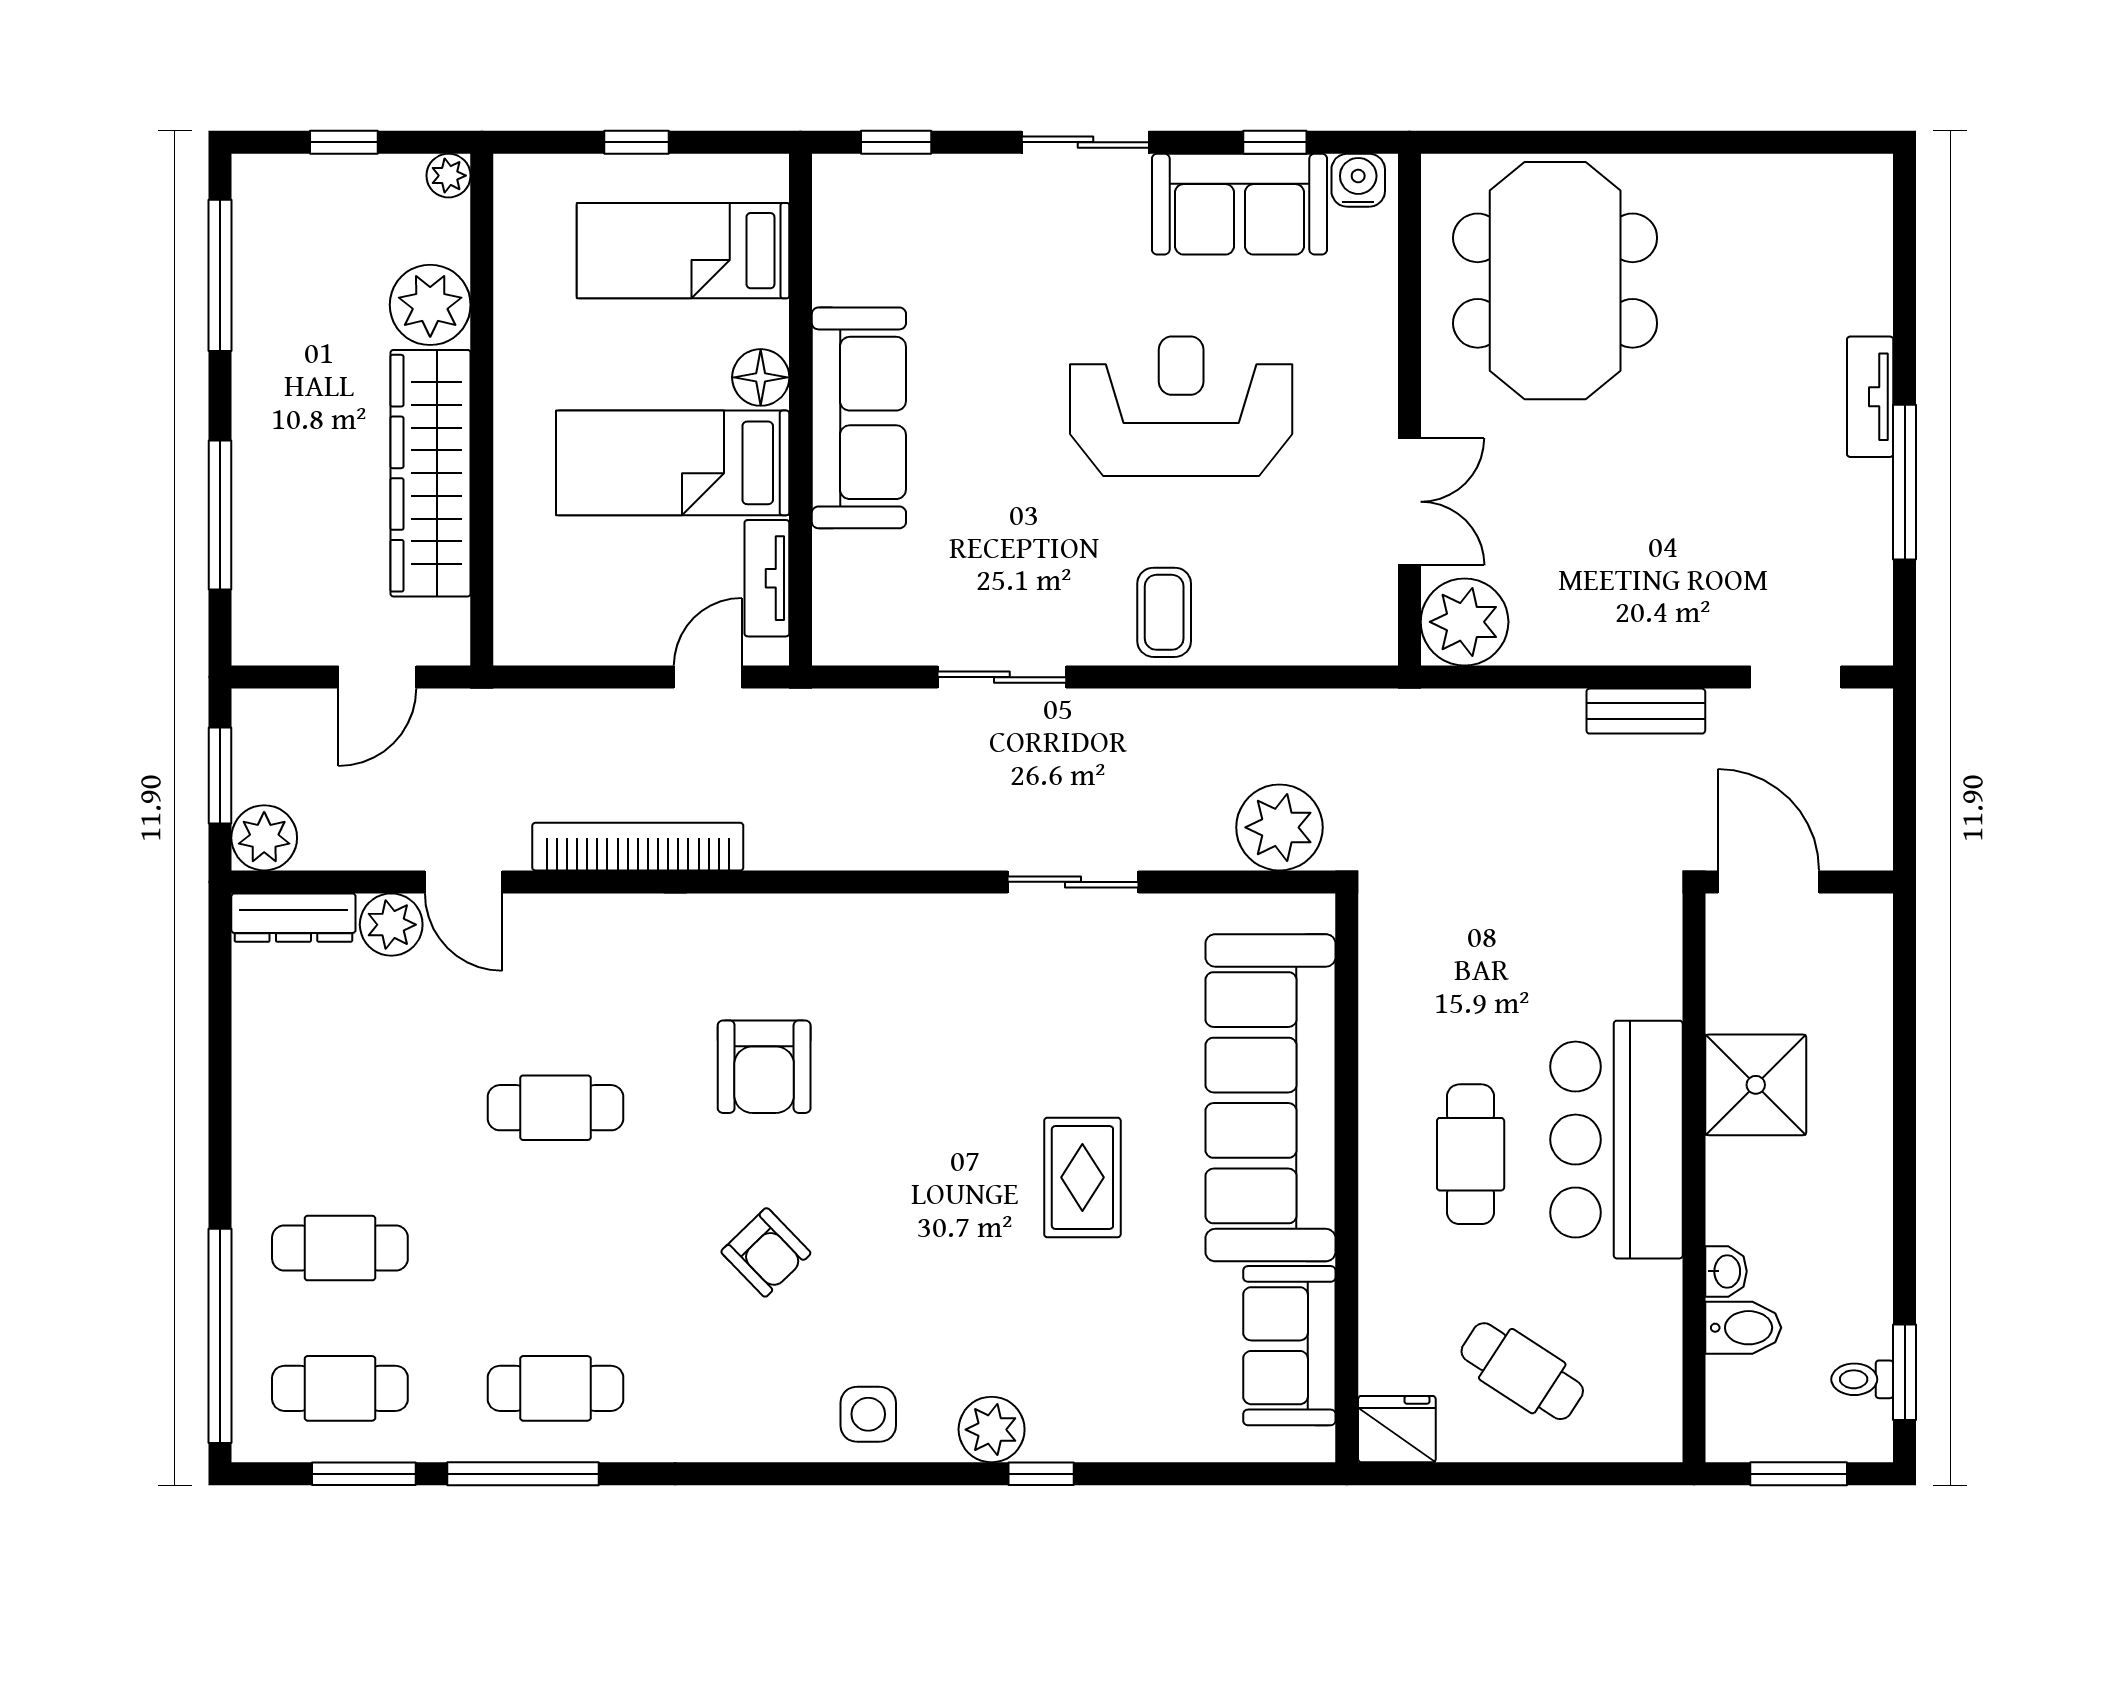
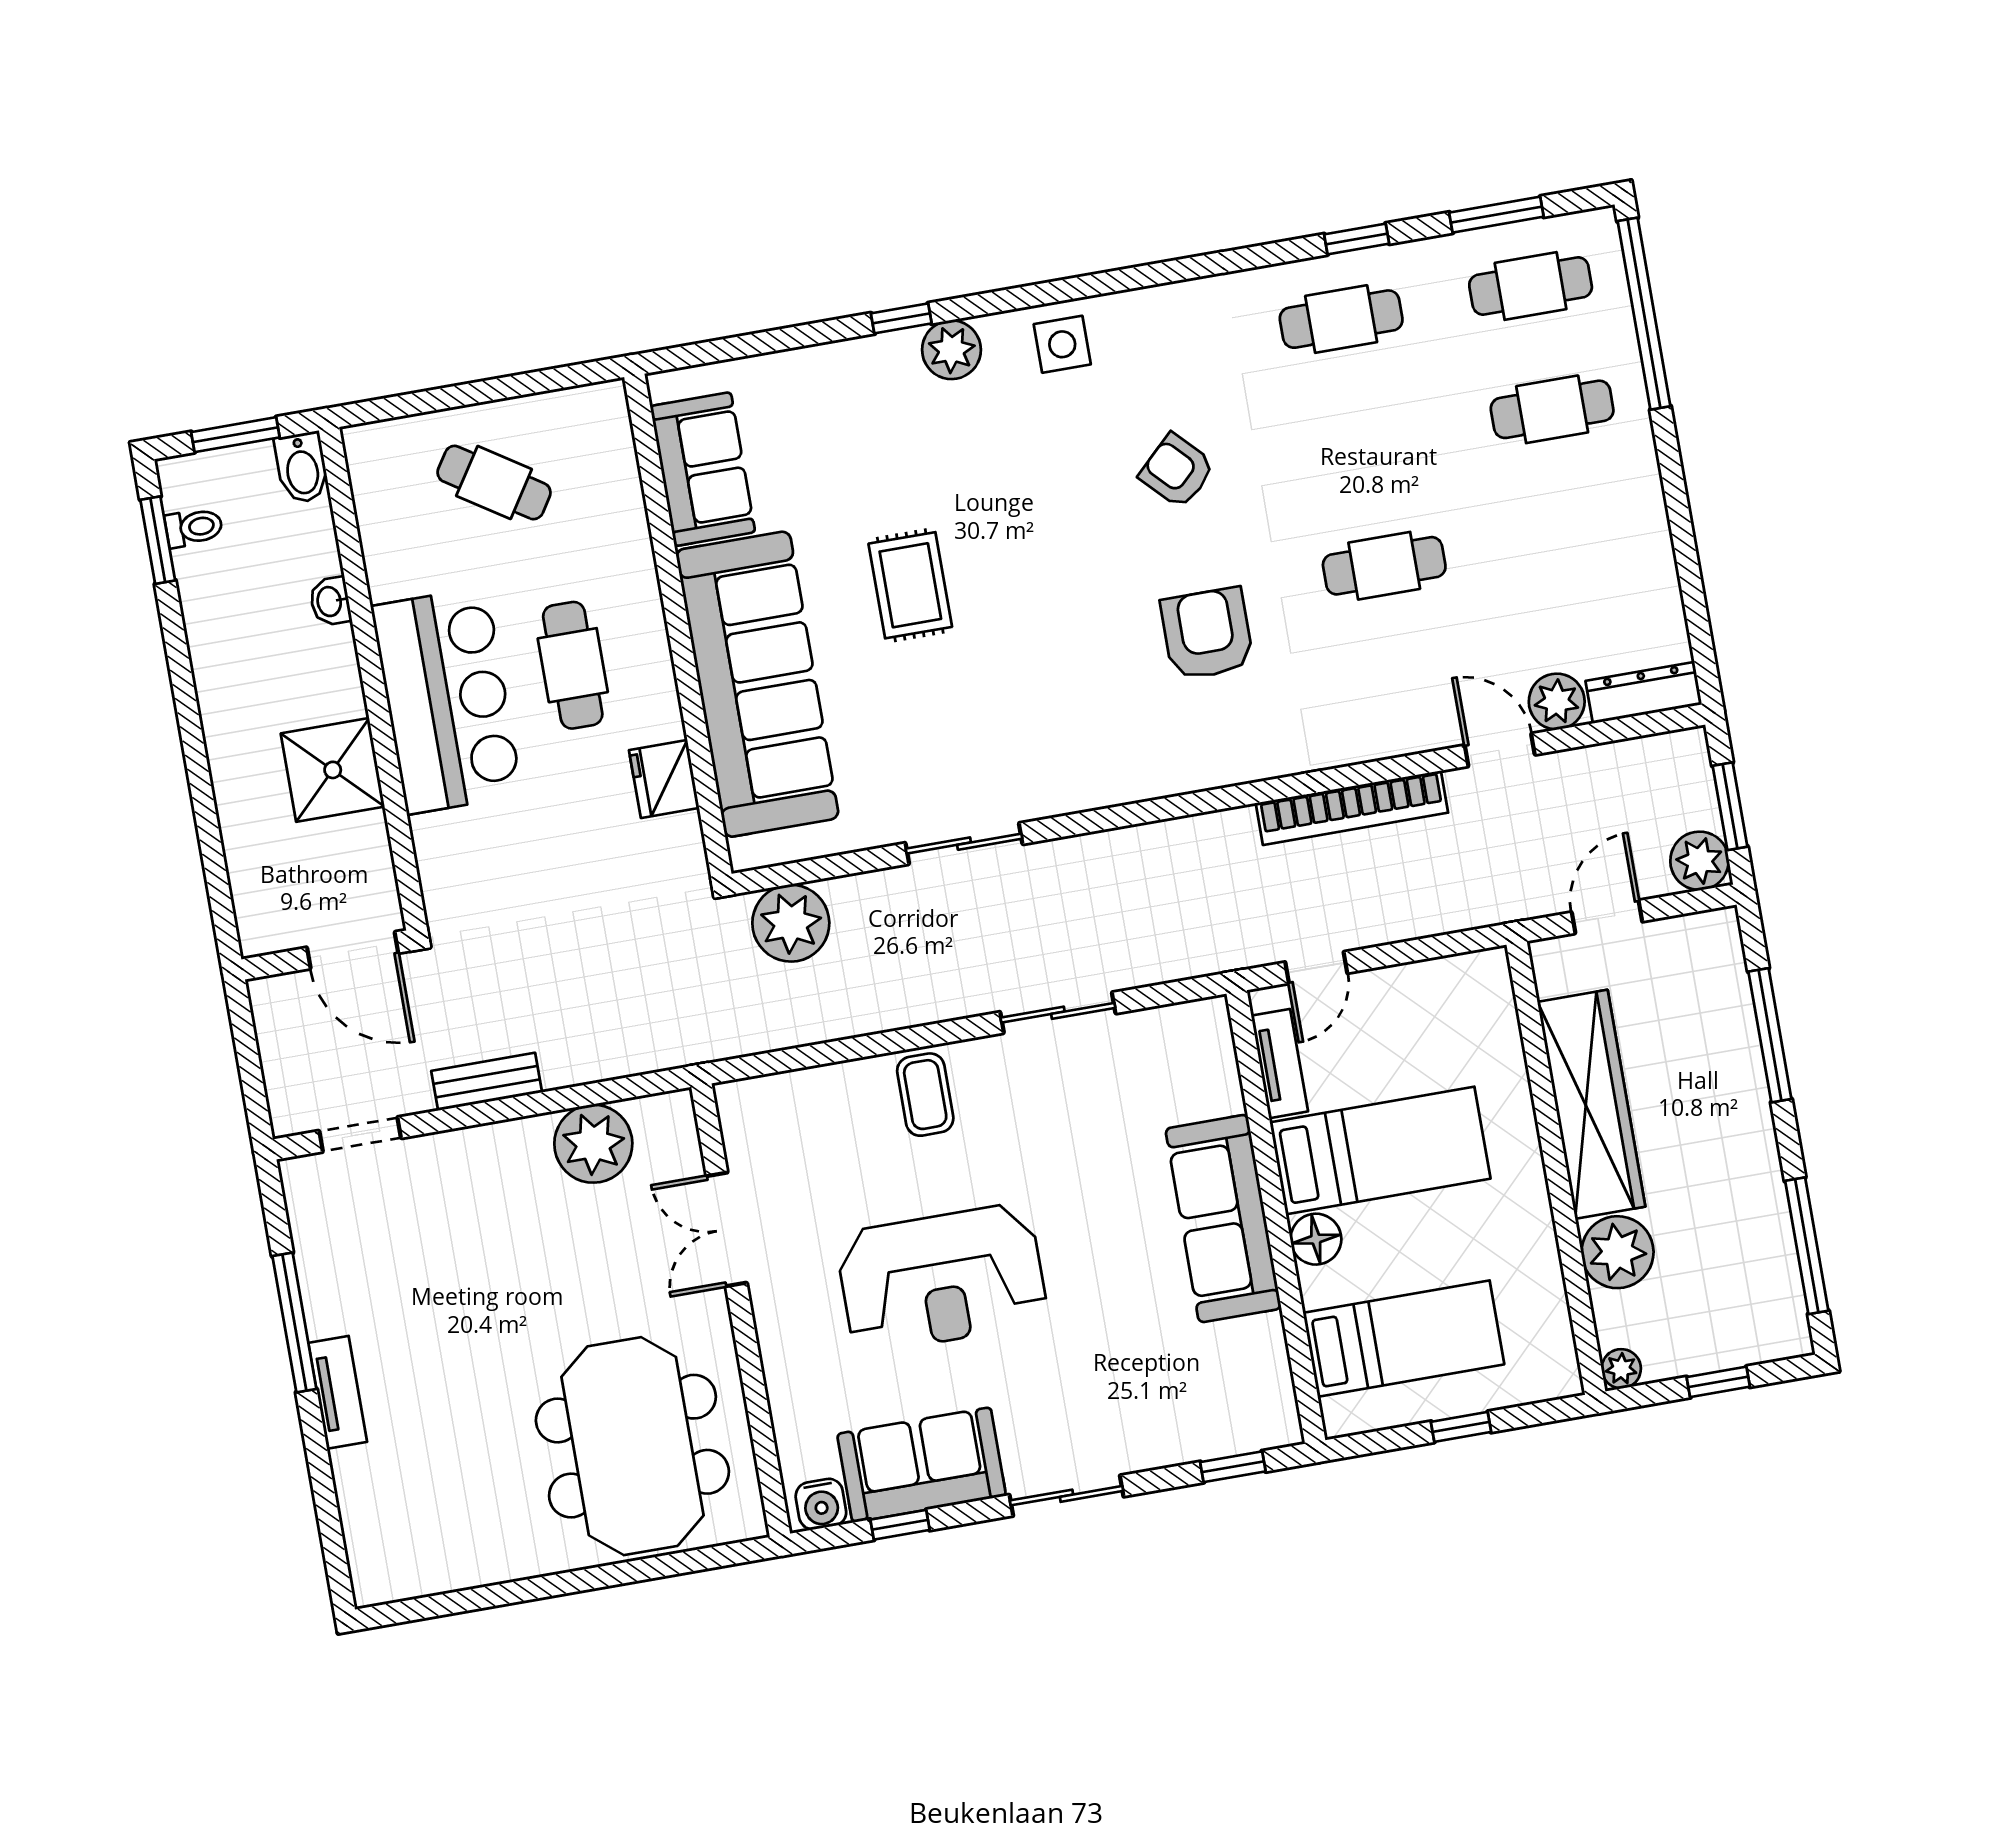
plant: (1465, 622) -> (593, 1144), moved
plant: (264, 838) -> (1699, 861), moved
bidet: (1743, 1328) -> (302, 468), moved, turned -90
fridge: (1397, 1429) -> (664, 779), moved, turned 90
window: (523, 1474) -> (1357, 239), width x0.46

